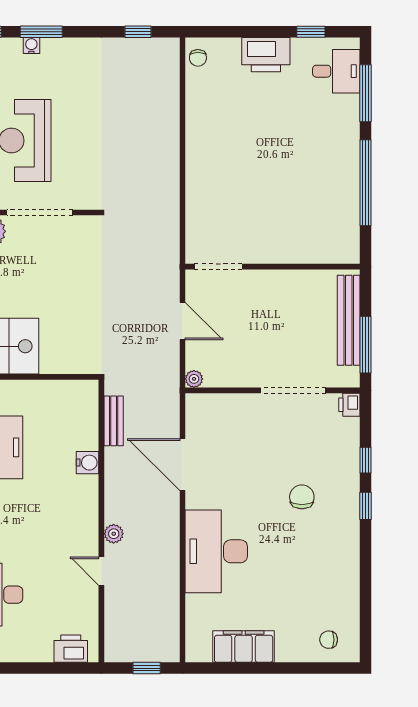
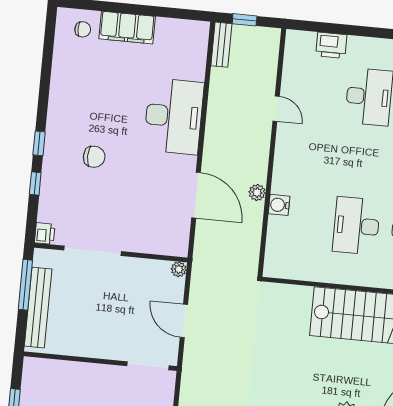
bench: (114, 421) -> (221, 45), moved
chair: (302, 497) -> (94, 157), turned -90
plant: (114, 534) -> (257, 192), moved
filing cabinet: (244, 647) -> (127, 28), moved
printer: (71, 649) -> (331, 45), moved

